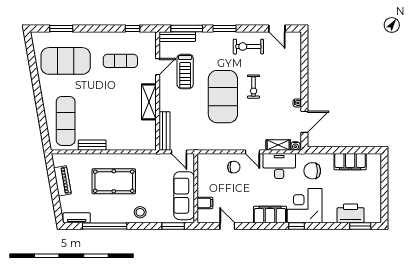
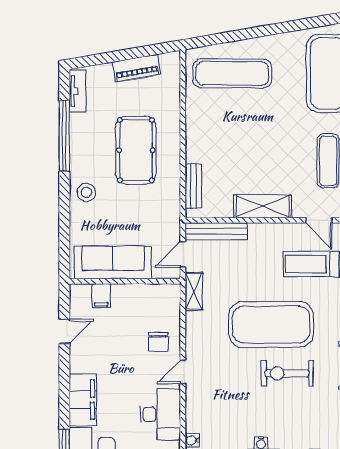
exercise bike: (254, 87) -> (287, 373), width x1.38, depth x1.39
bench: (92, 145) -> (194, 186), moved
shelving: (278, 145) -> (194, 291), moved
window: (173, 226) -> (64, 245), removed

